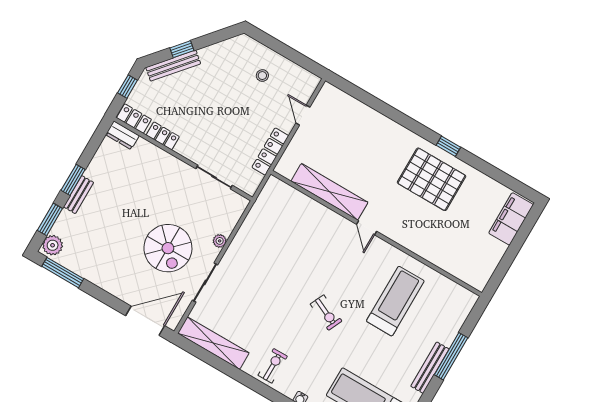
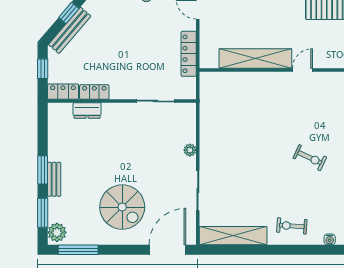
dresser: (122, 135) -> (87, 110), moved
door: (367, 228) -> (302, 70), swing flipped
spiral stairs: (168, 248) -> (122, 207), moved
exercise bike: (273, 366) -> (292, 226), turned -86

